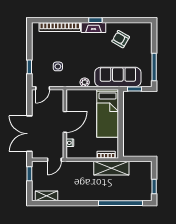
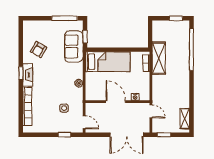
sofa: (118, 77) -> (74, 46), width x0.73

